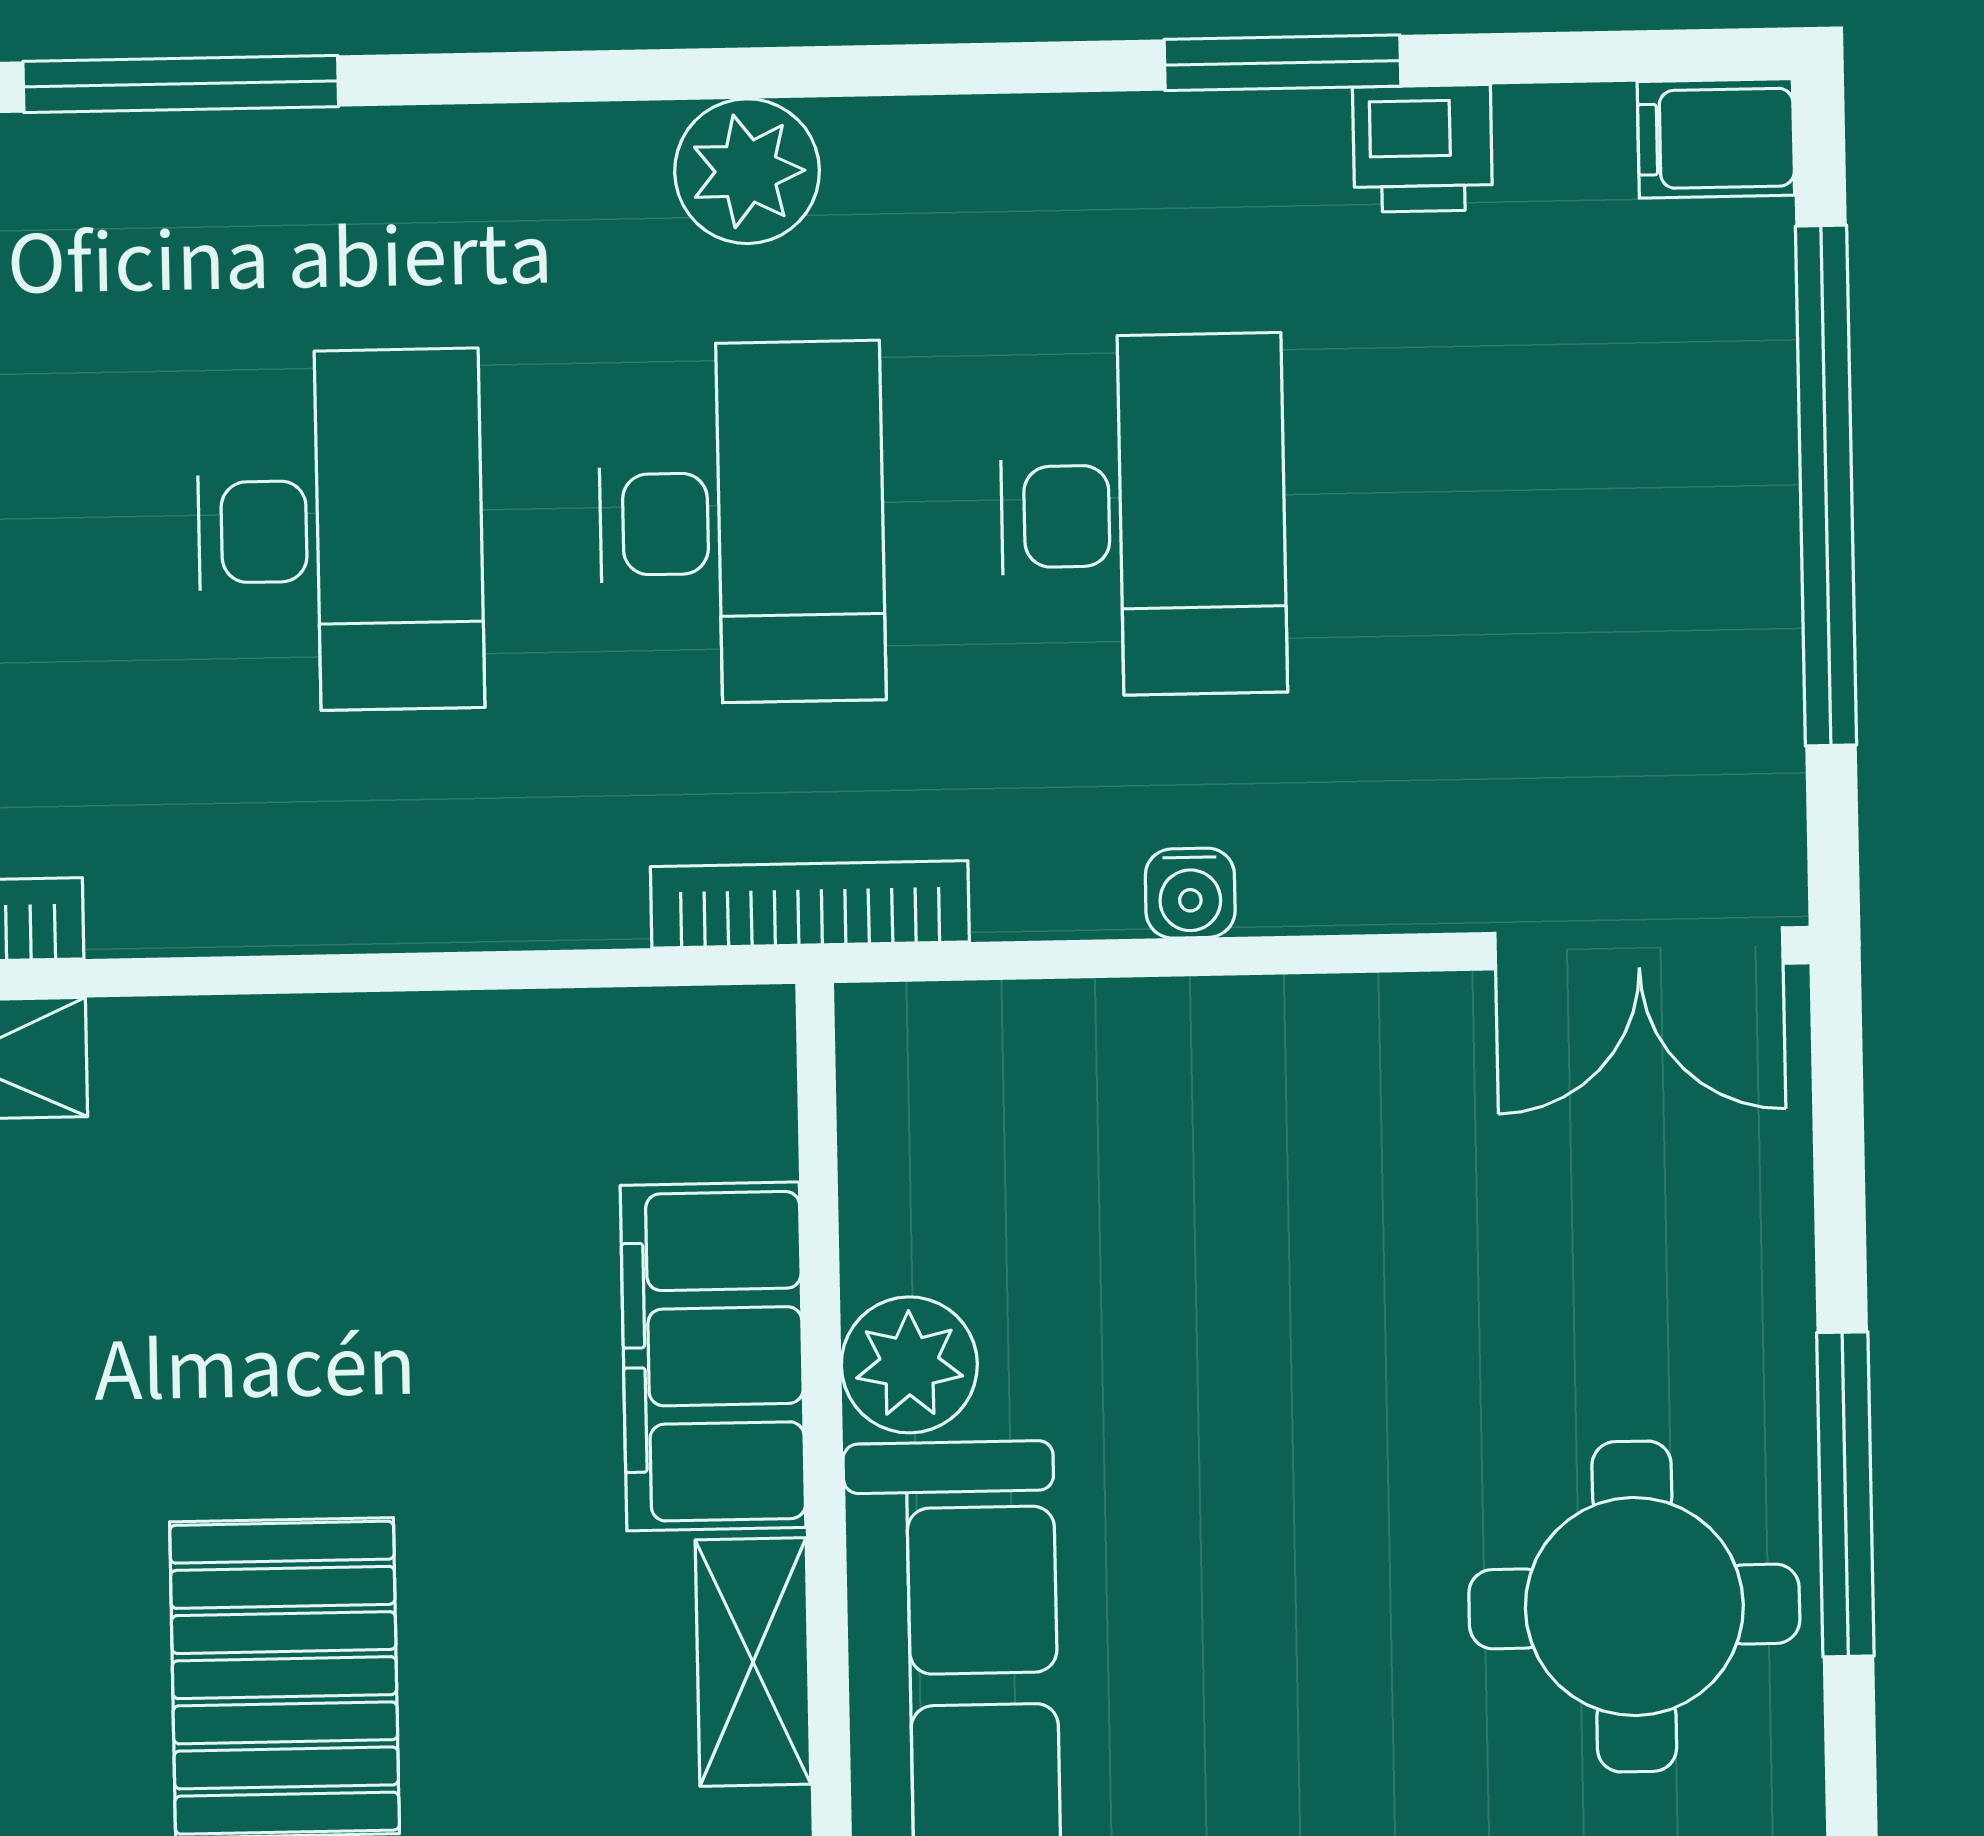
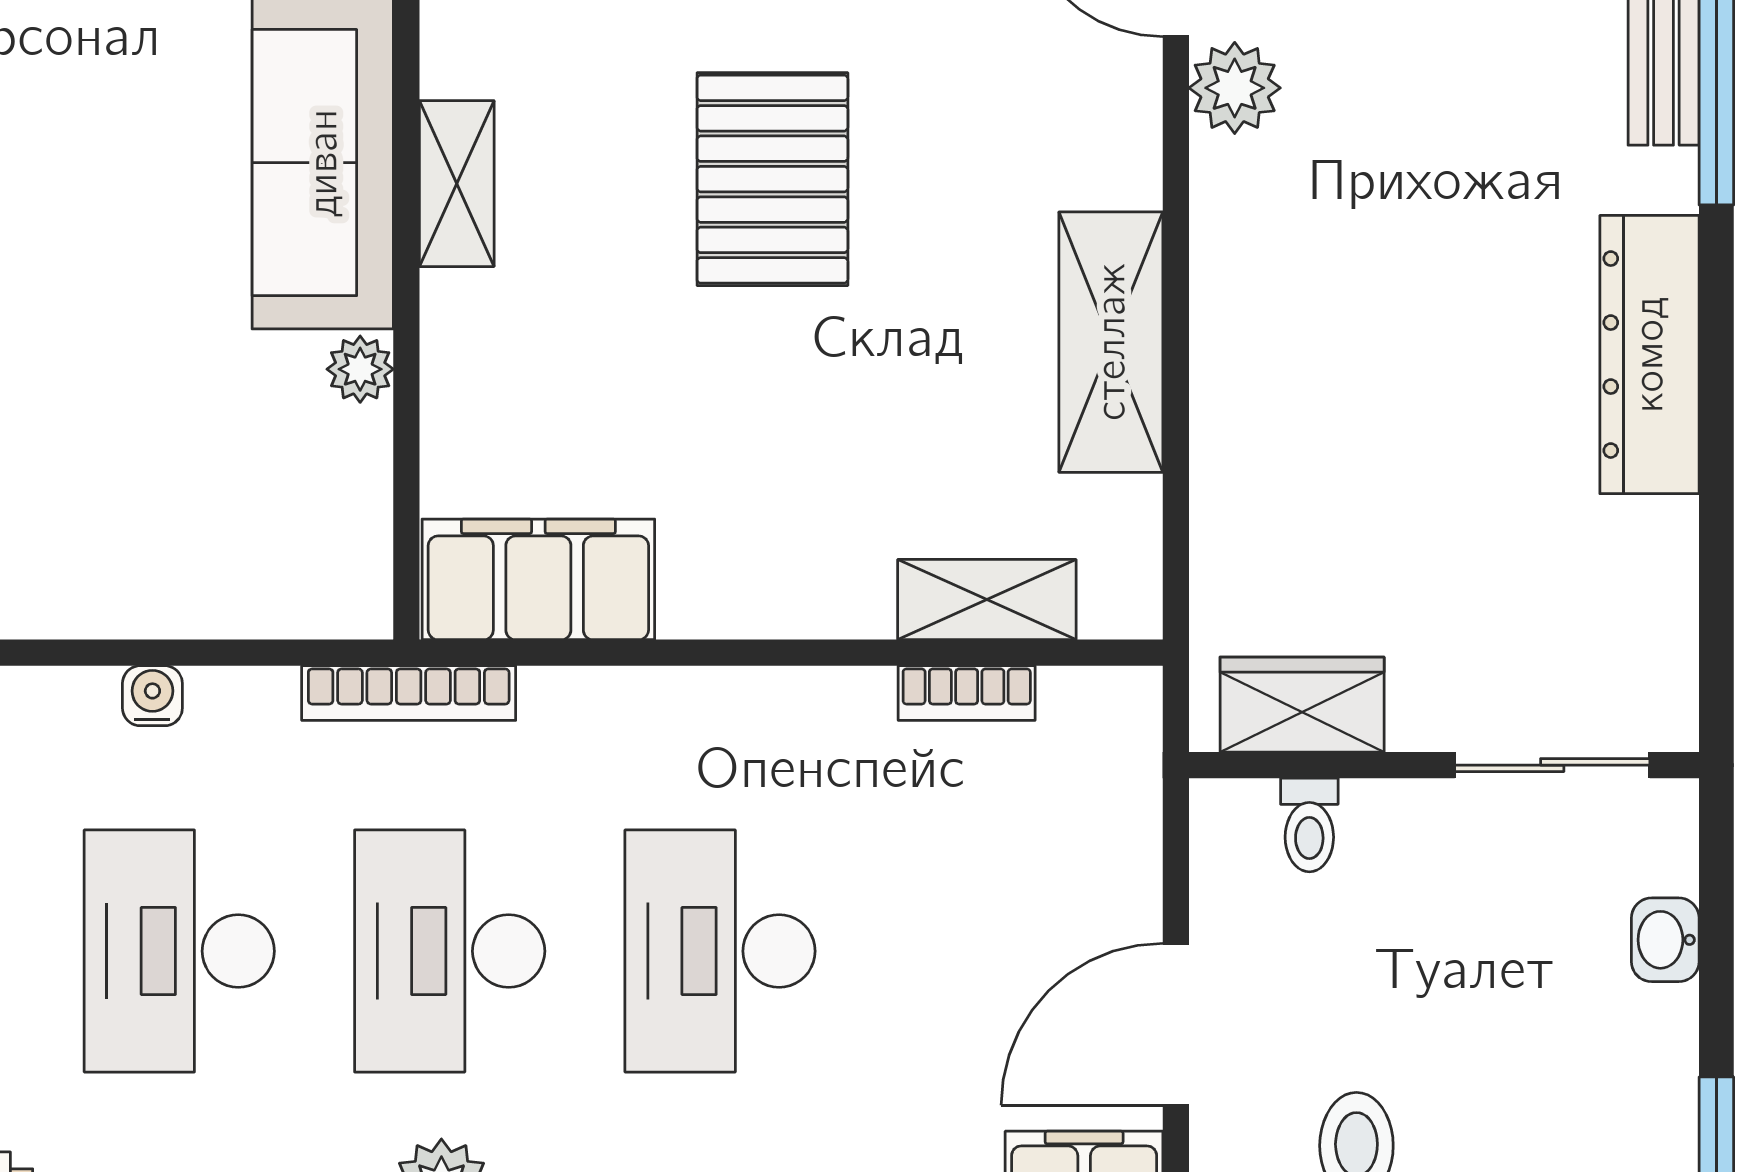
filing cabinet: (713, 1356) -> (538, 579), moved, turned -90
plant: (909, 1365) -> (360, 369), width x0.73, depth x0.73

